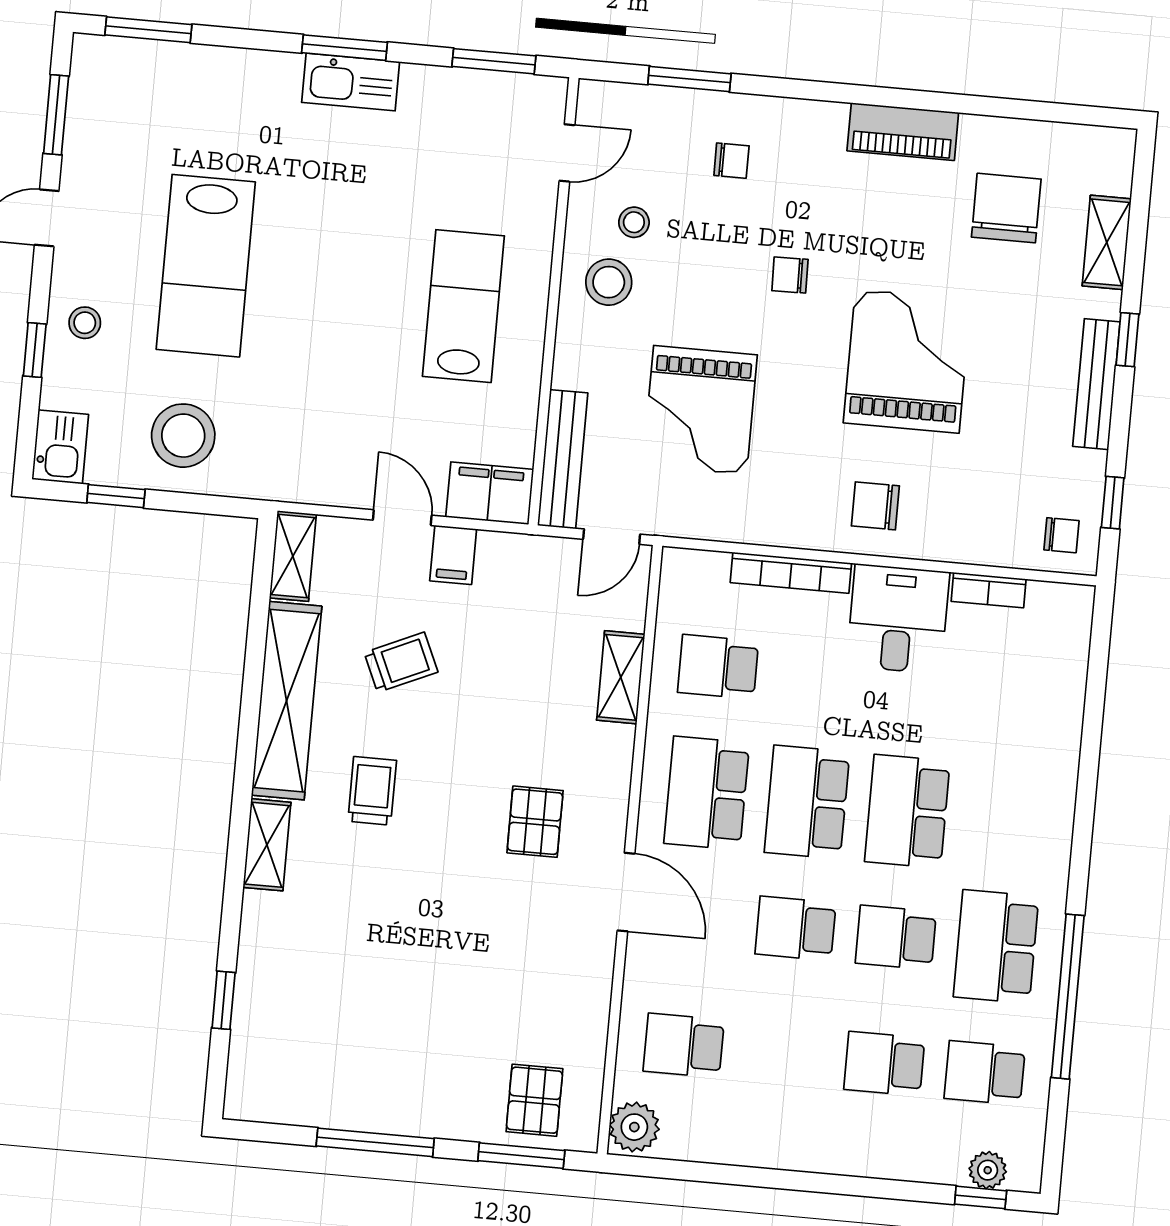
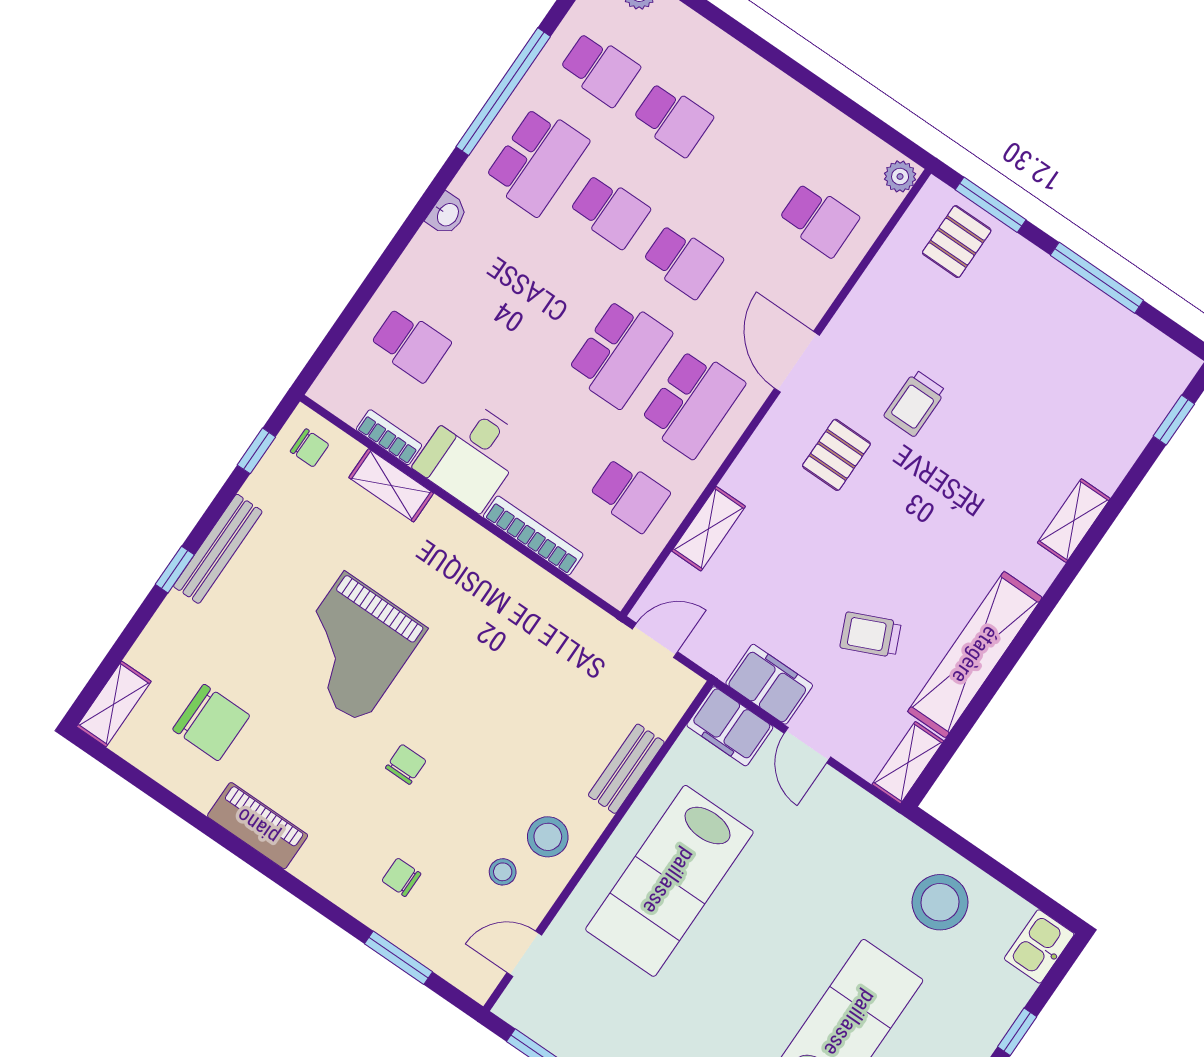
chair: (1006, 208) -> (211, 723), turned -90
shelving: (1107, 242) -> (114, 704), moved
chair: (790, 275) -> (406, 764), turned -89
lab bench: (463, 306) -> (669, 881), width x1.36, depth x1.39
stool: (85, 323) -> (967, 1031), removed
grand piano: (700, 410) -> (533, 699), removed
bench: (563, 459) -> (626, 769), moved, width x0.73
window: (116, 496) -> (1018, 885), removed
chair: (875, 506) -> (440, 551), removed
chair: (1061, 535) -> (310, 448), turned 180
shelving: (960, 544) -> (391, 485), added
filing cabinet: (453, 555) -> (769, 684), width x2.00
trolley: (372, 791) -> (915, 403), moved
school desk: (907, 811) -> (410, 344), moved, width x0.54
washbasin: (1055, 844) -> (447, 214), added
shelving: (267, 845) -> (1074, 521), moved
window: (224, 1000) -> (1174, 420), moved
plant: (634, 1127) -> (900, 176), width x0.73, depth x0.73

